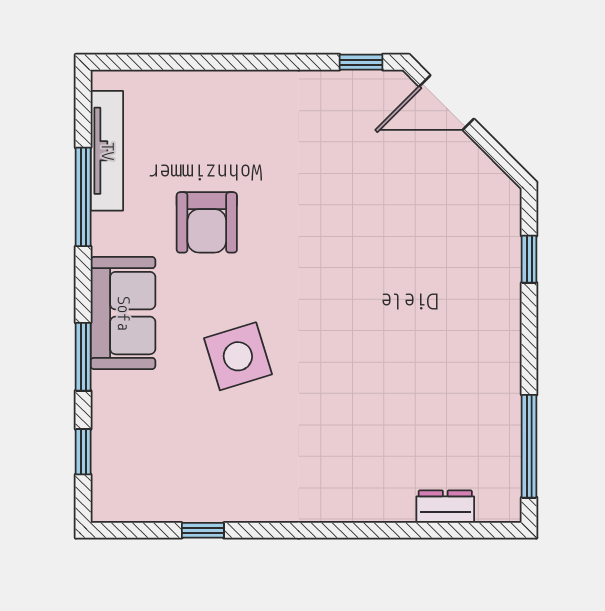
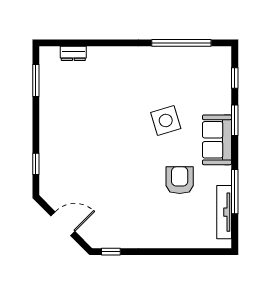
door: (446, 103) -> (63, 224), moved
window: (529, 446) -> (36, 80), width x0.69
window: (203, 530) -> (181, 43), width x3.17

